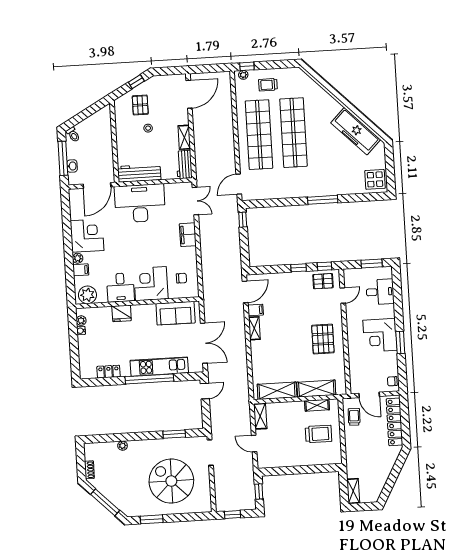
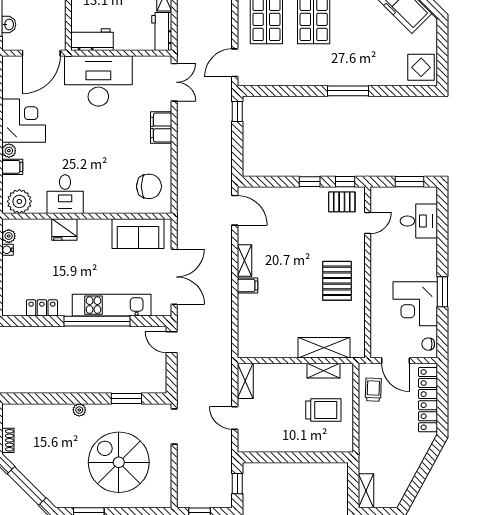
workbench: (139, 173) -> (92, 40), width x0.73
chair: (181, 278) -> (149, 186), width x1.87, depth x1.87
corner desk: (151, 284) -> (107, 191), removed
door: (245, 292) -> (235, 210), hinge flipped
filing cabinet: (256, 310) -> (247, 285), moved
corner desk: (380, 335) -> (415, 304), moved
door: (205, 391) -> (172, 342), swing flipped
shelving: (277, 391) -> (270, 348), removed
plant: (123, 446) -> (79, 410), moved

